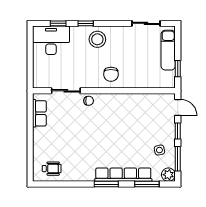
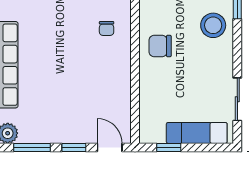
chair: (89, 101) -> (107, 28), moved
door: (178, 107) -> (110, 147), swing flipped
side table: (159, 150) -> (45, 120), removed

